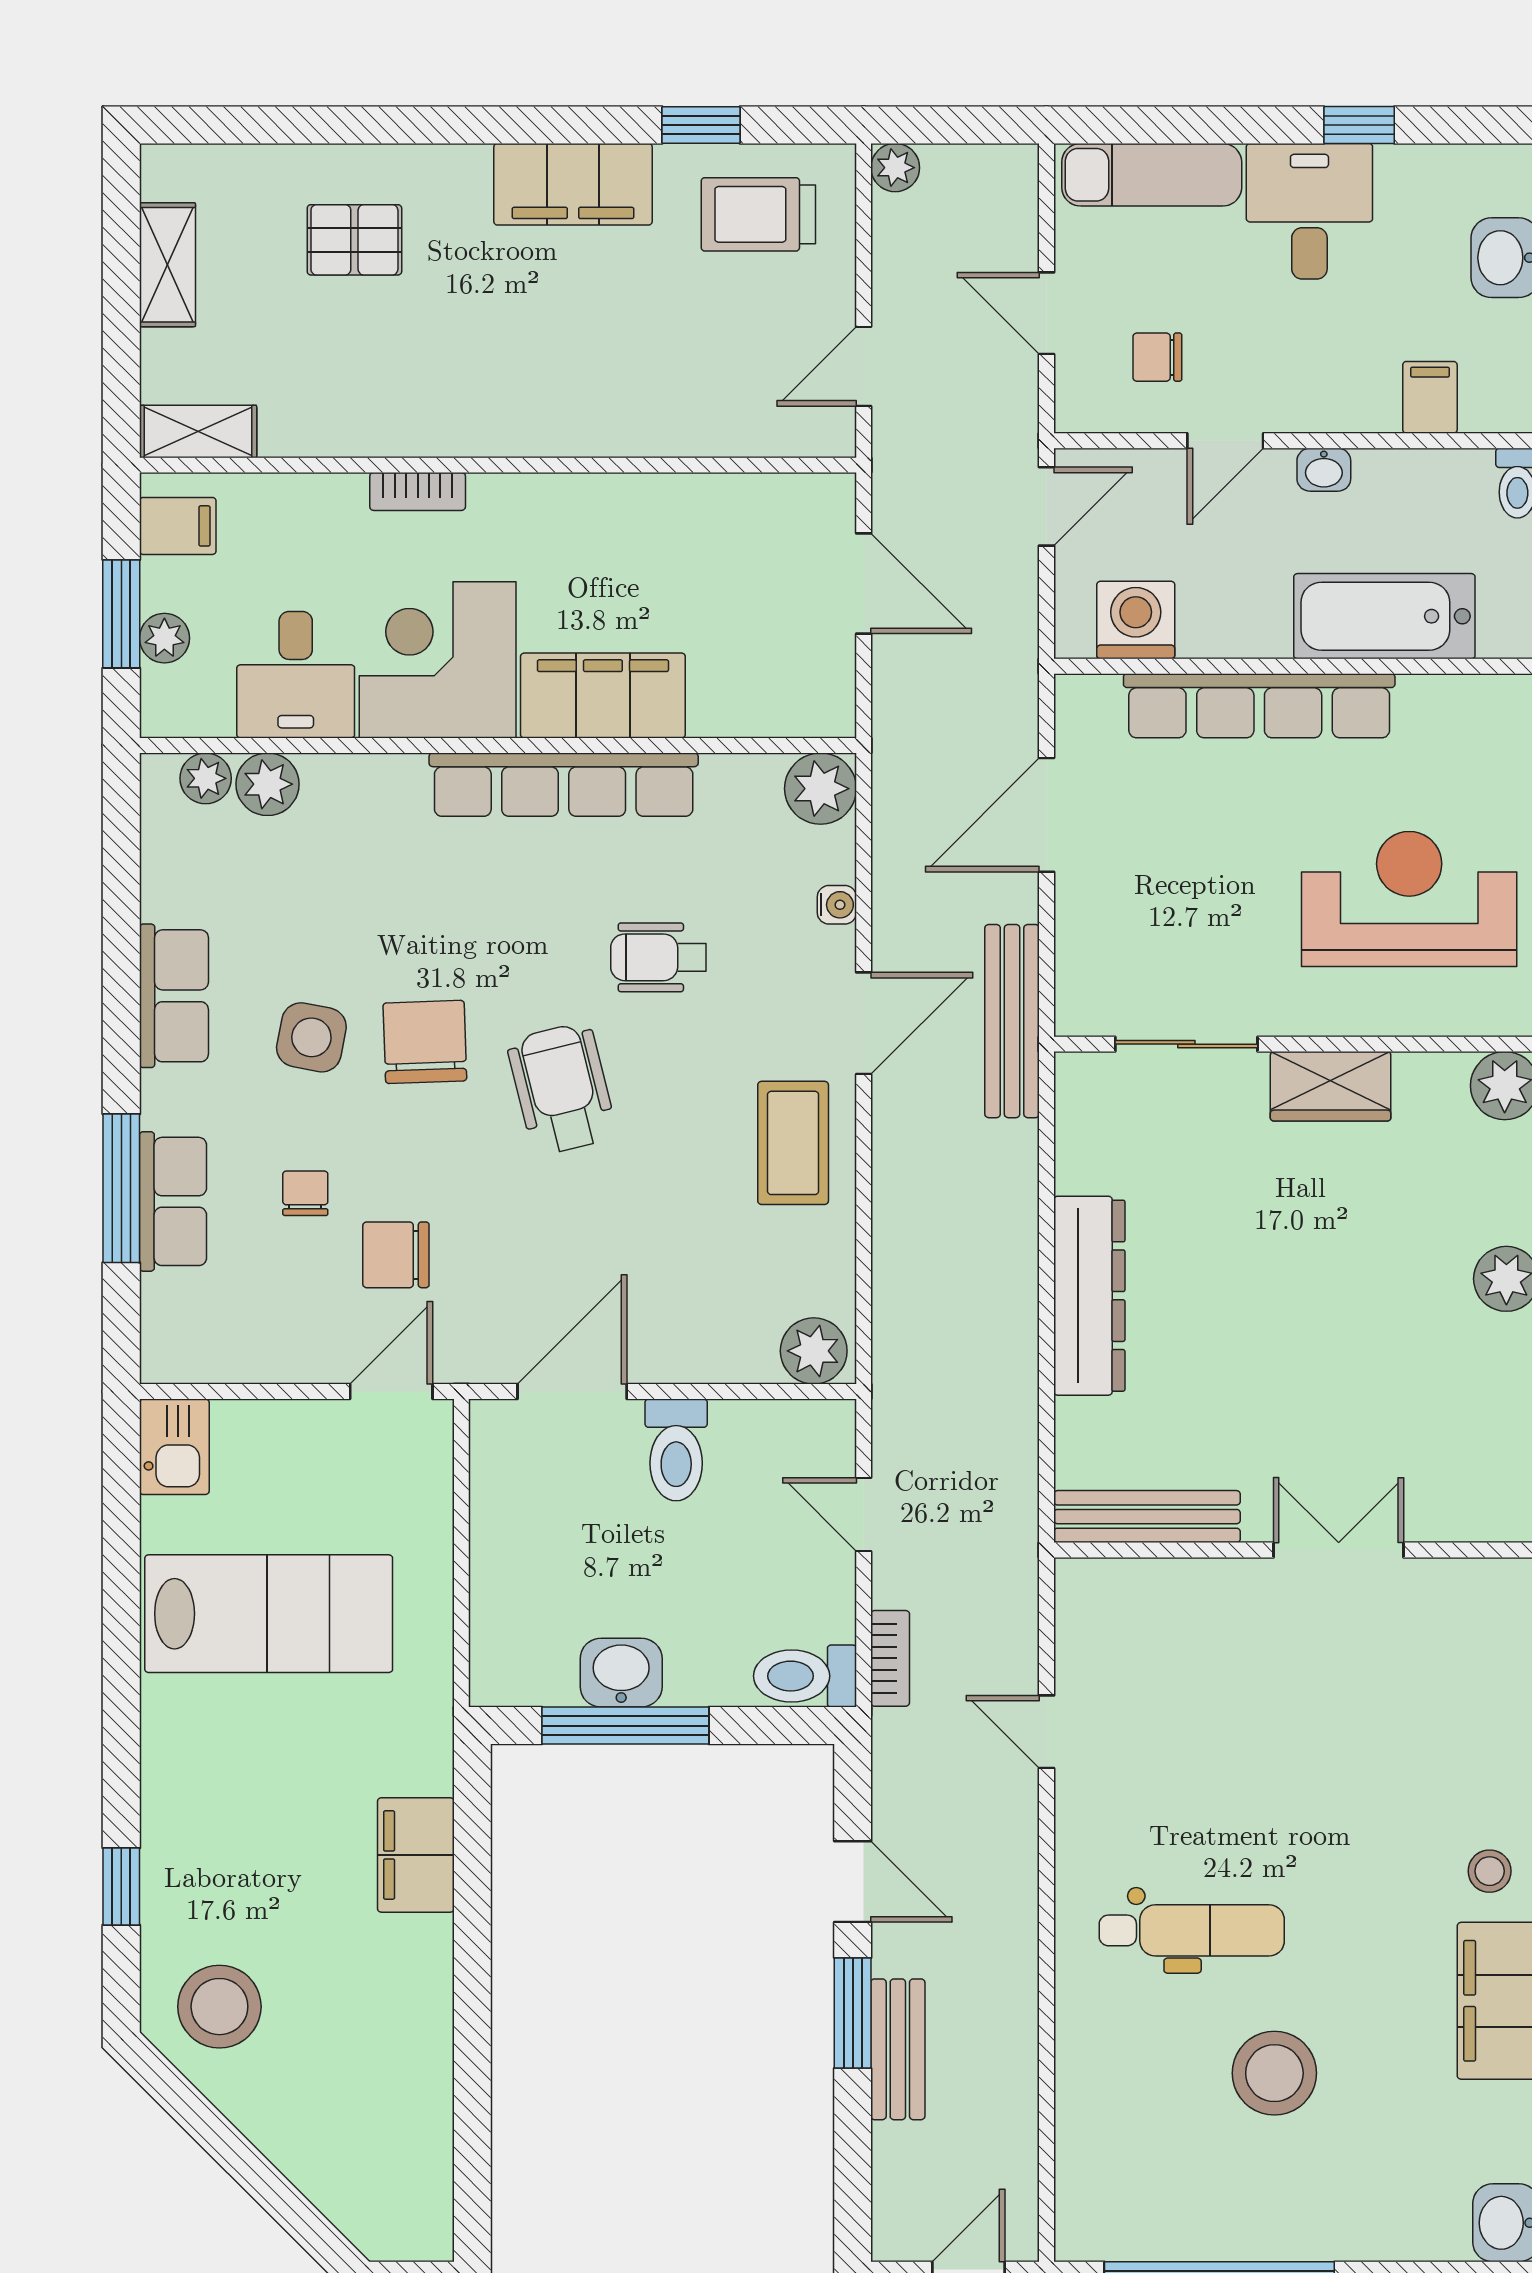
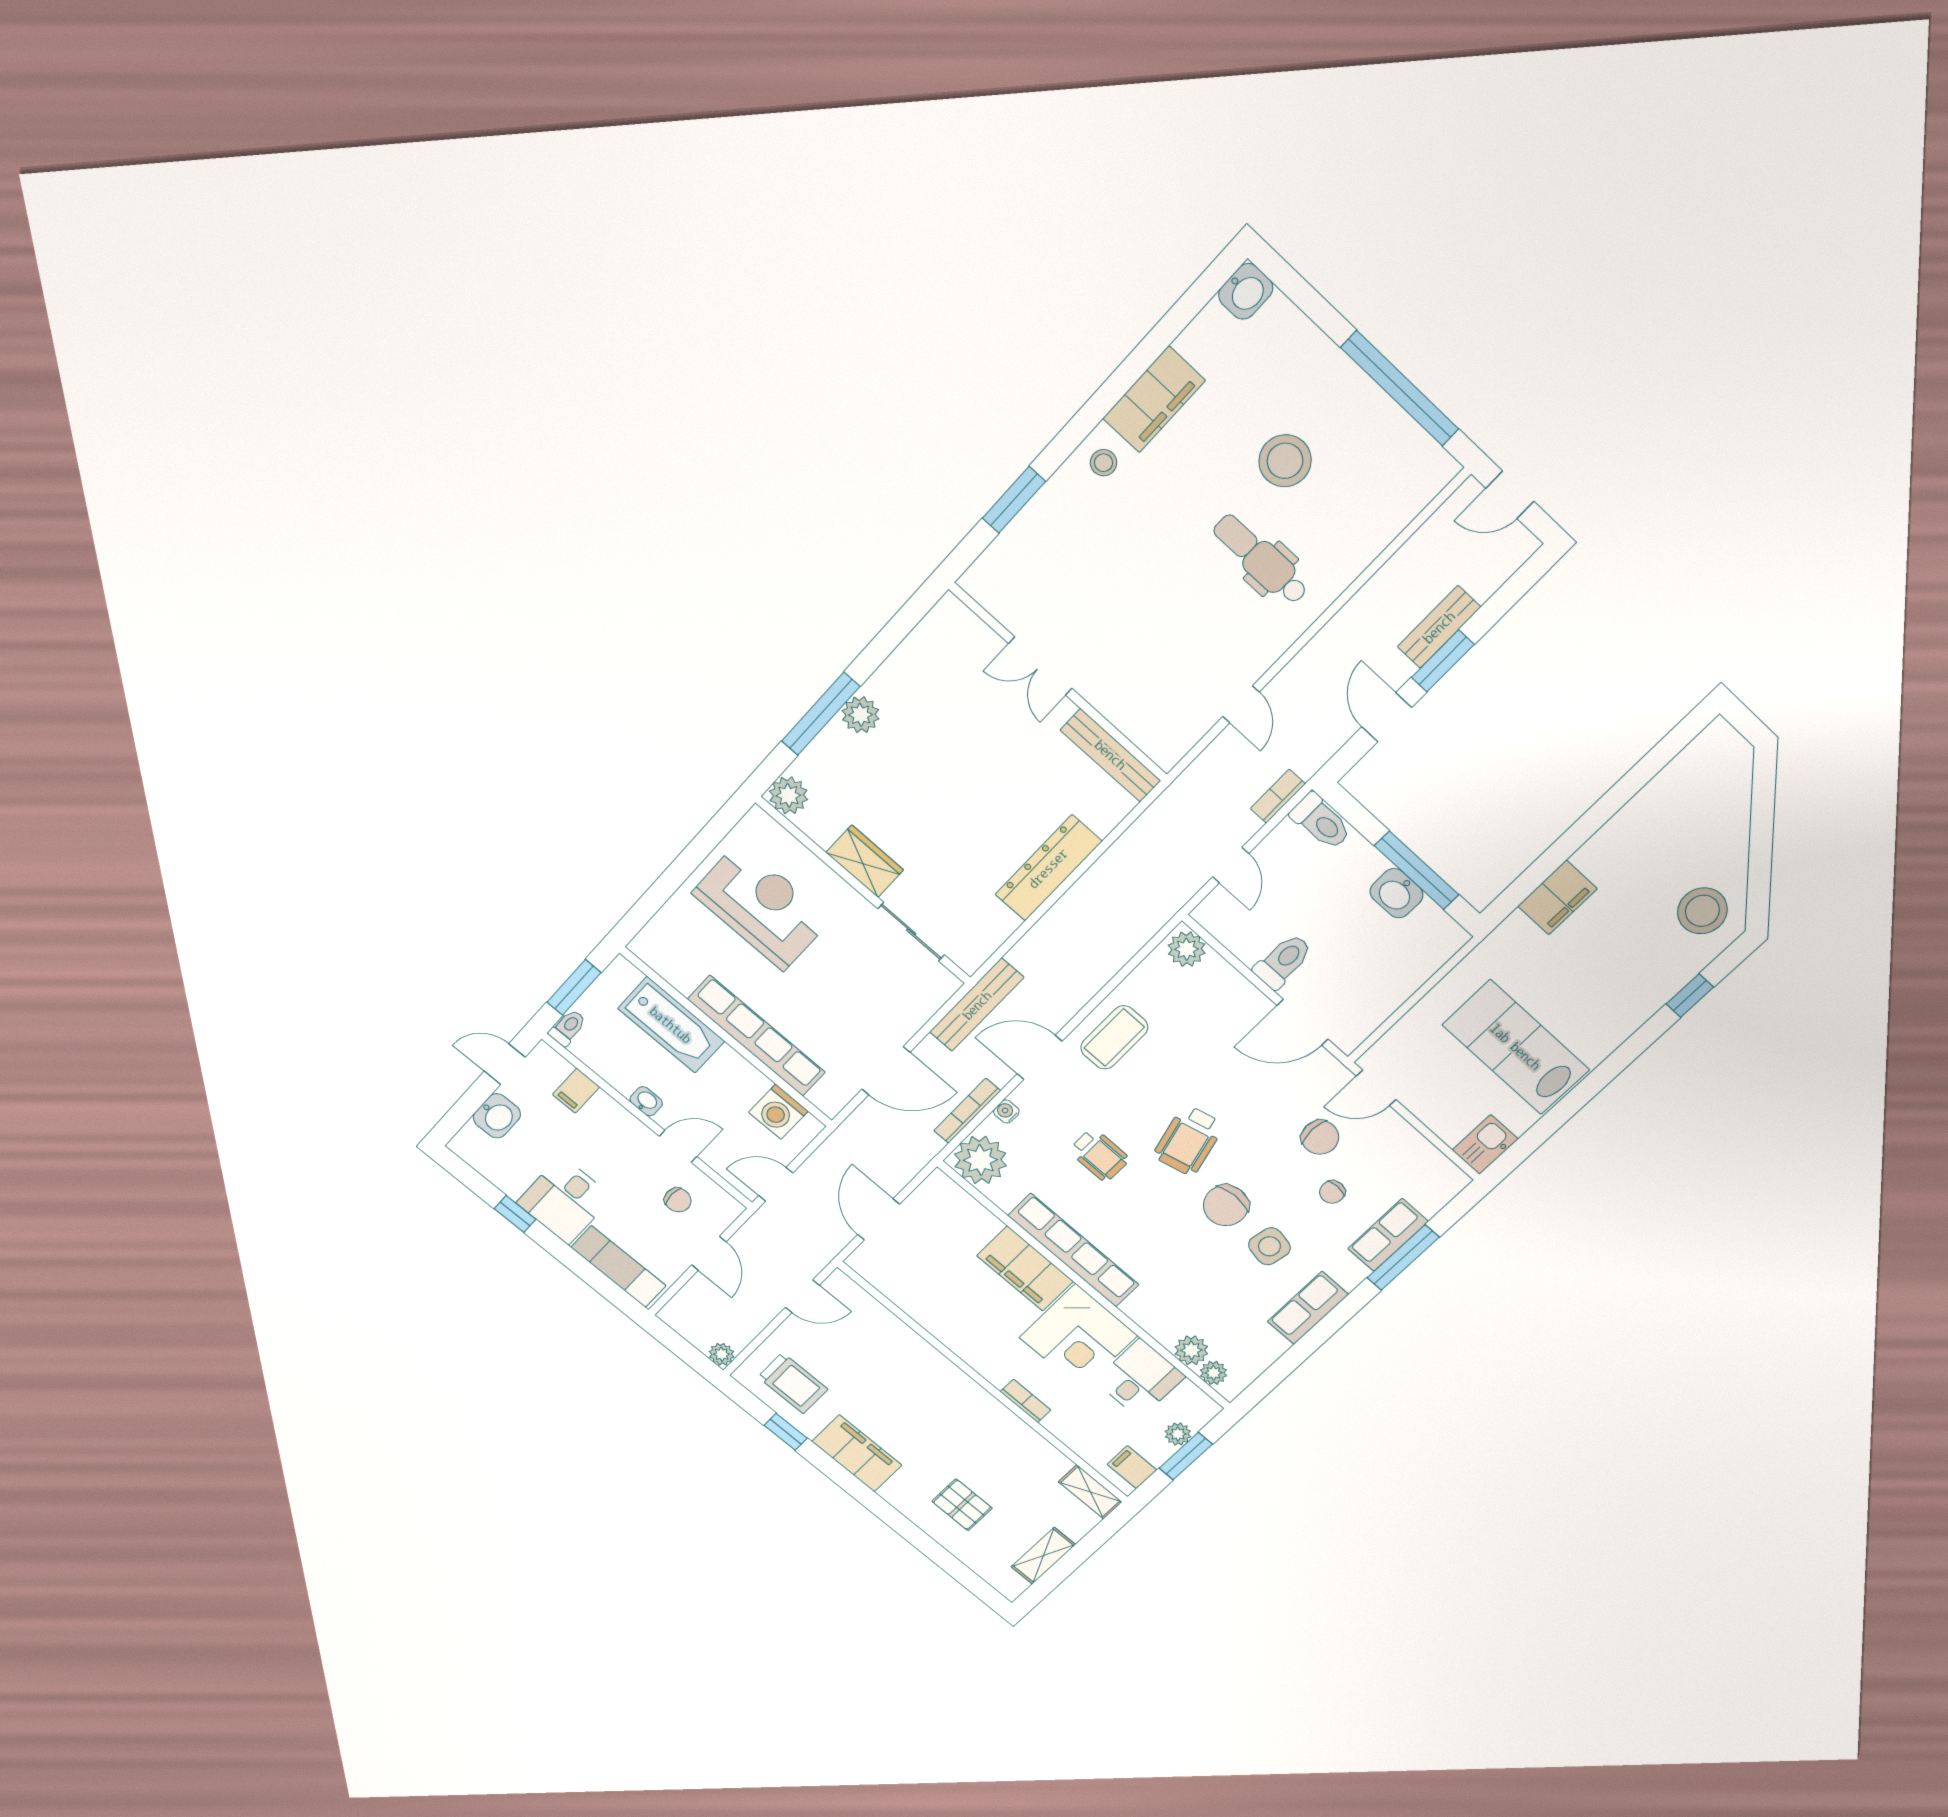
plant: (821, 789) -> (980, 1160), width x1.36, depth x1.36
bookcase: (889, 857) -> (967, 1111), added
reception desk: (1409, 899) -> (762, 906), turned 180

